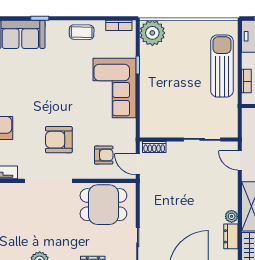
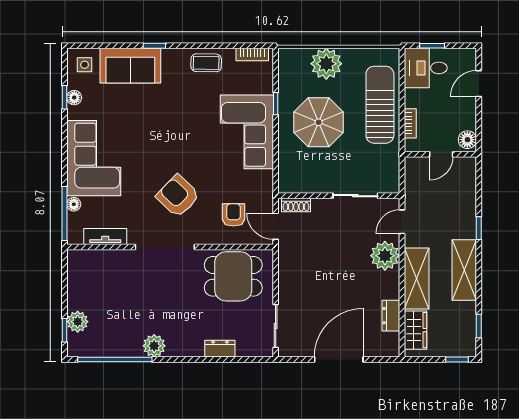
plant: (152, 33) -> (326, 64), moved
parasol: (172, 80) -> (319, 122), added
armchair: (59, 140) -> (178, 196), turned 44
armchair: (104, 155) -> (233, 215), turned -90
door: (240, 160) -> (402, 222), hinge flipped
plant: (232, 216) -> (385, 256), moved, width x1.87, depth x1.87

